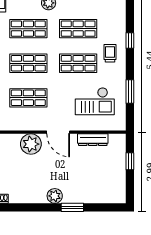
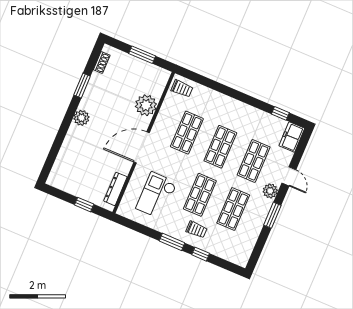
window: (130, 91) -> (172, 242), moved
door: (58, 132) -> (142, 147), width x1.36
dresser: (93, 140) -> (115, 189), moved
plant: (31, 144) -> (146, 105), moved
window: (72, 207) -> (82, 86), moved

